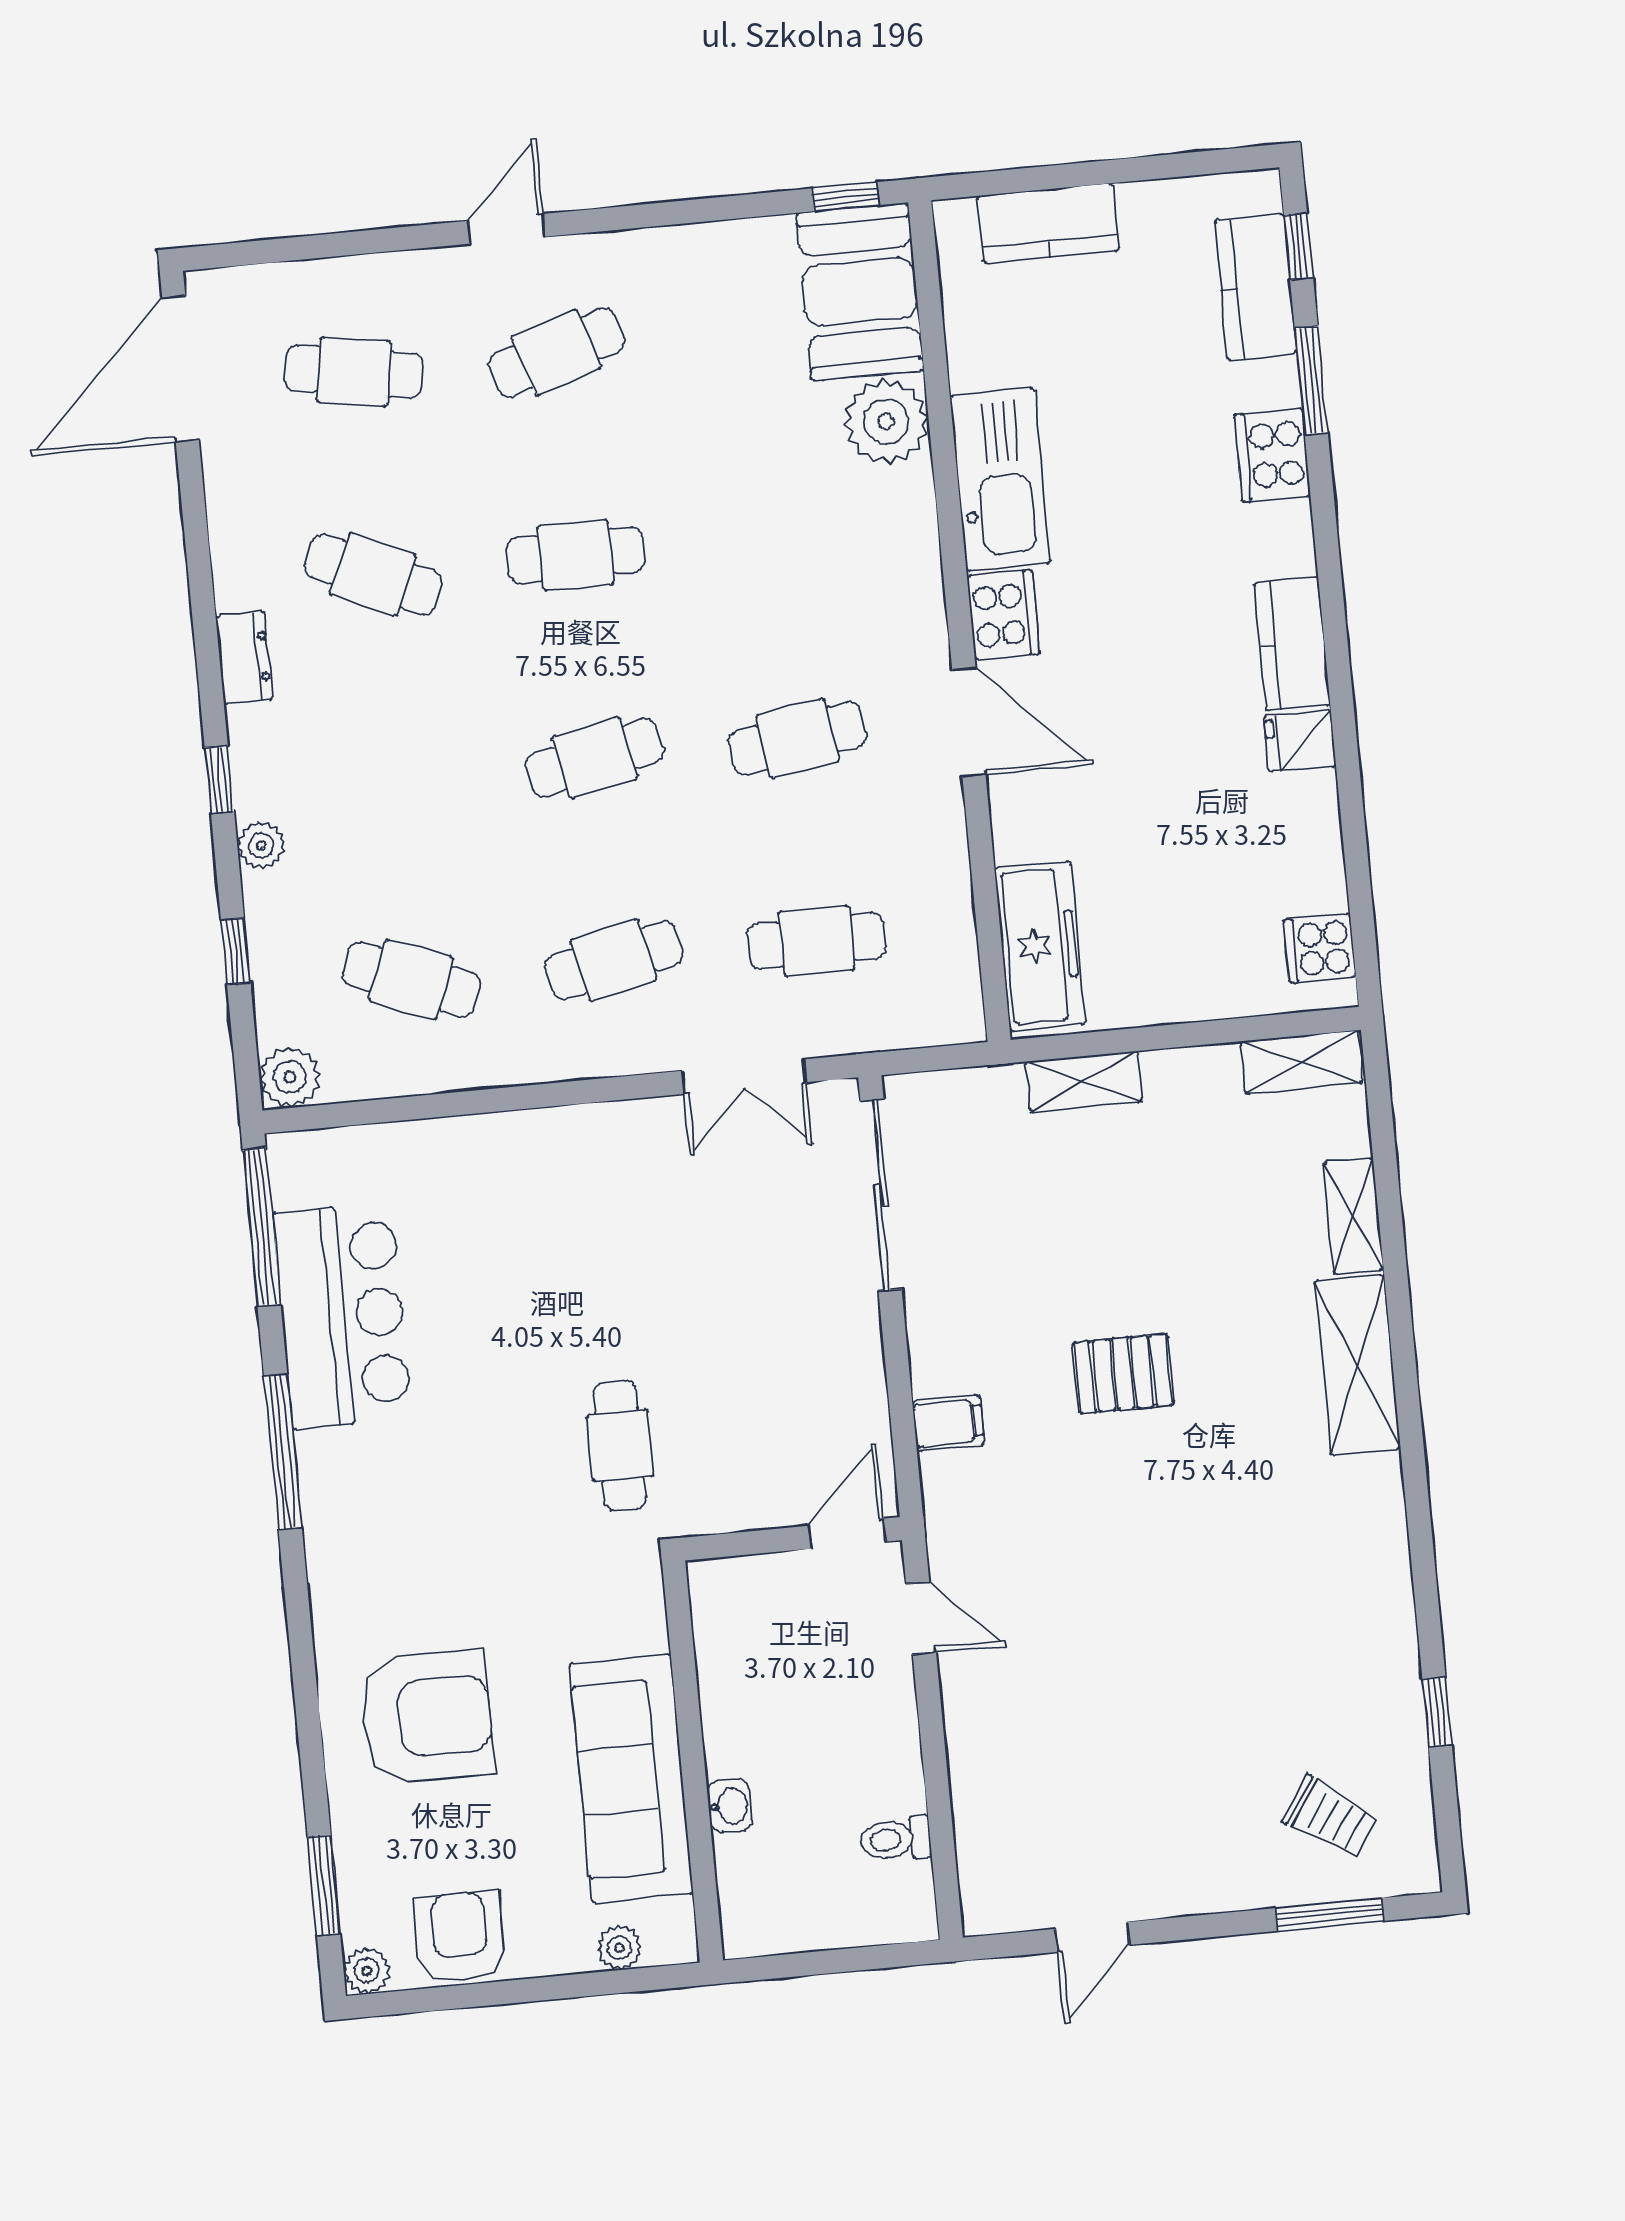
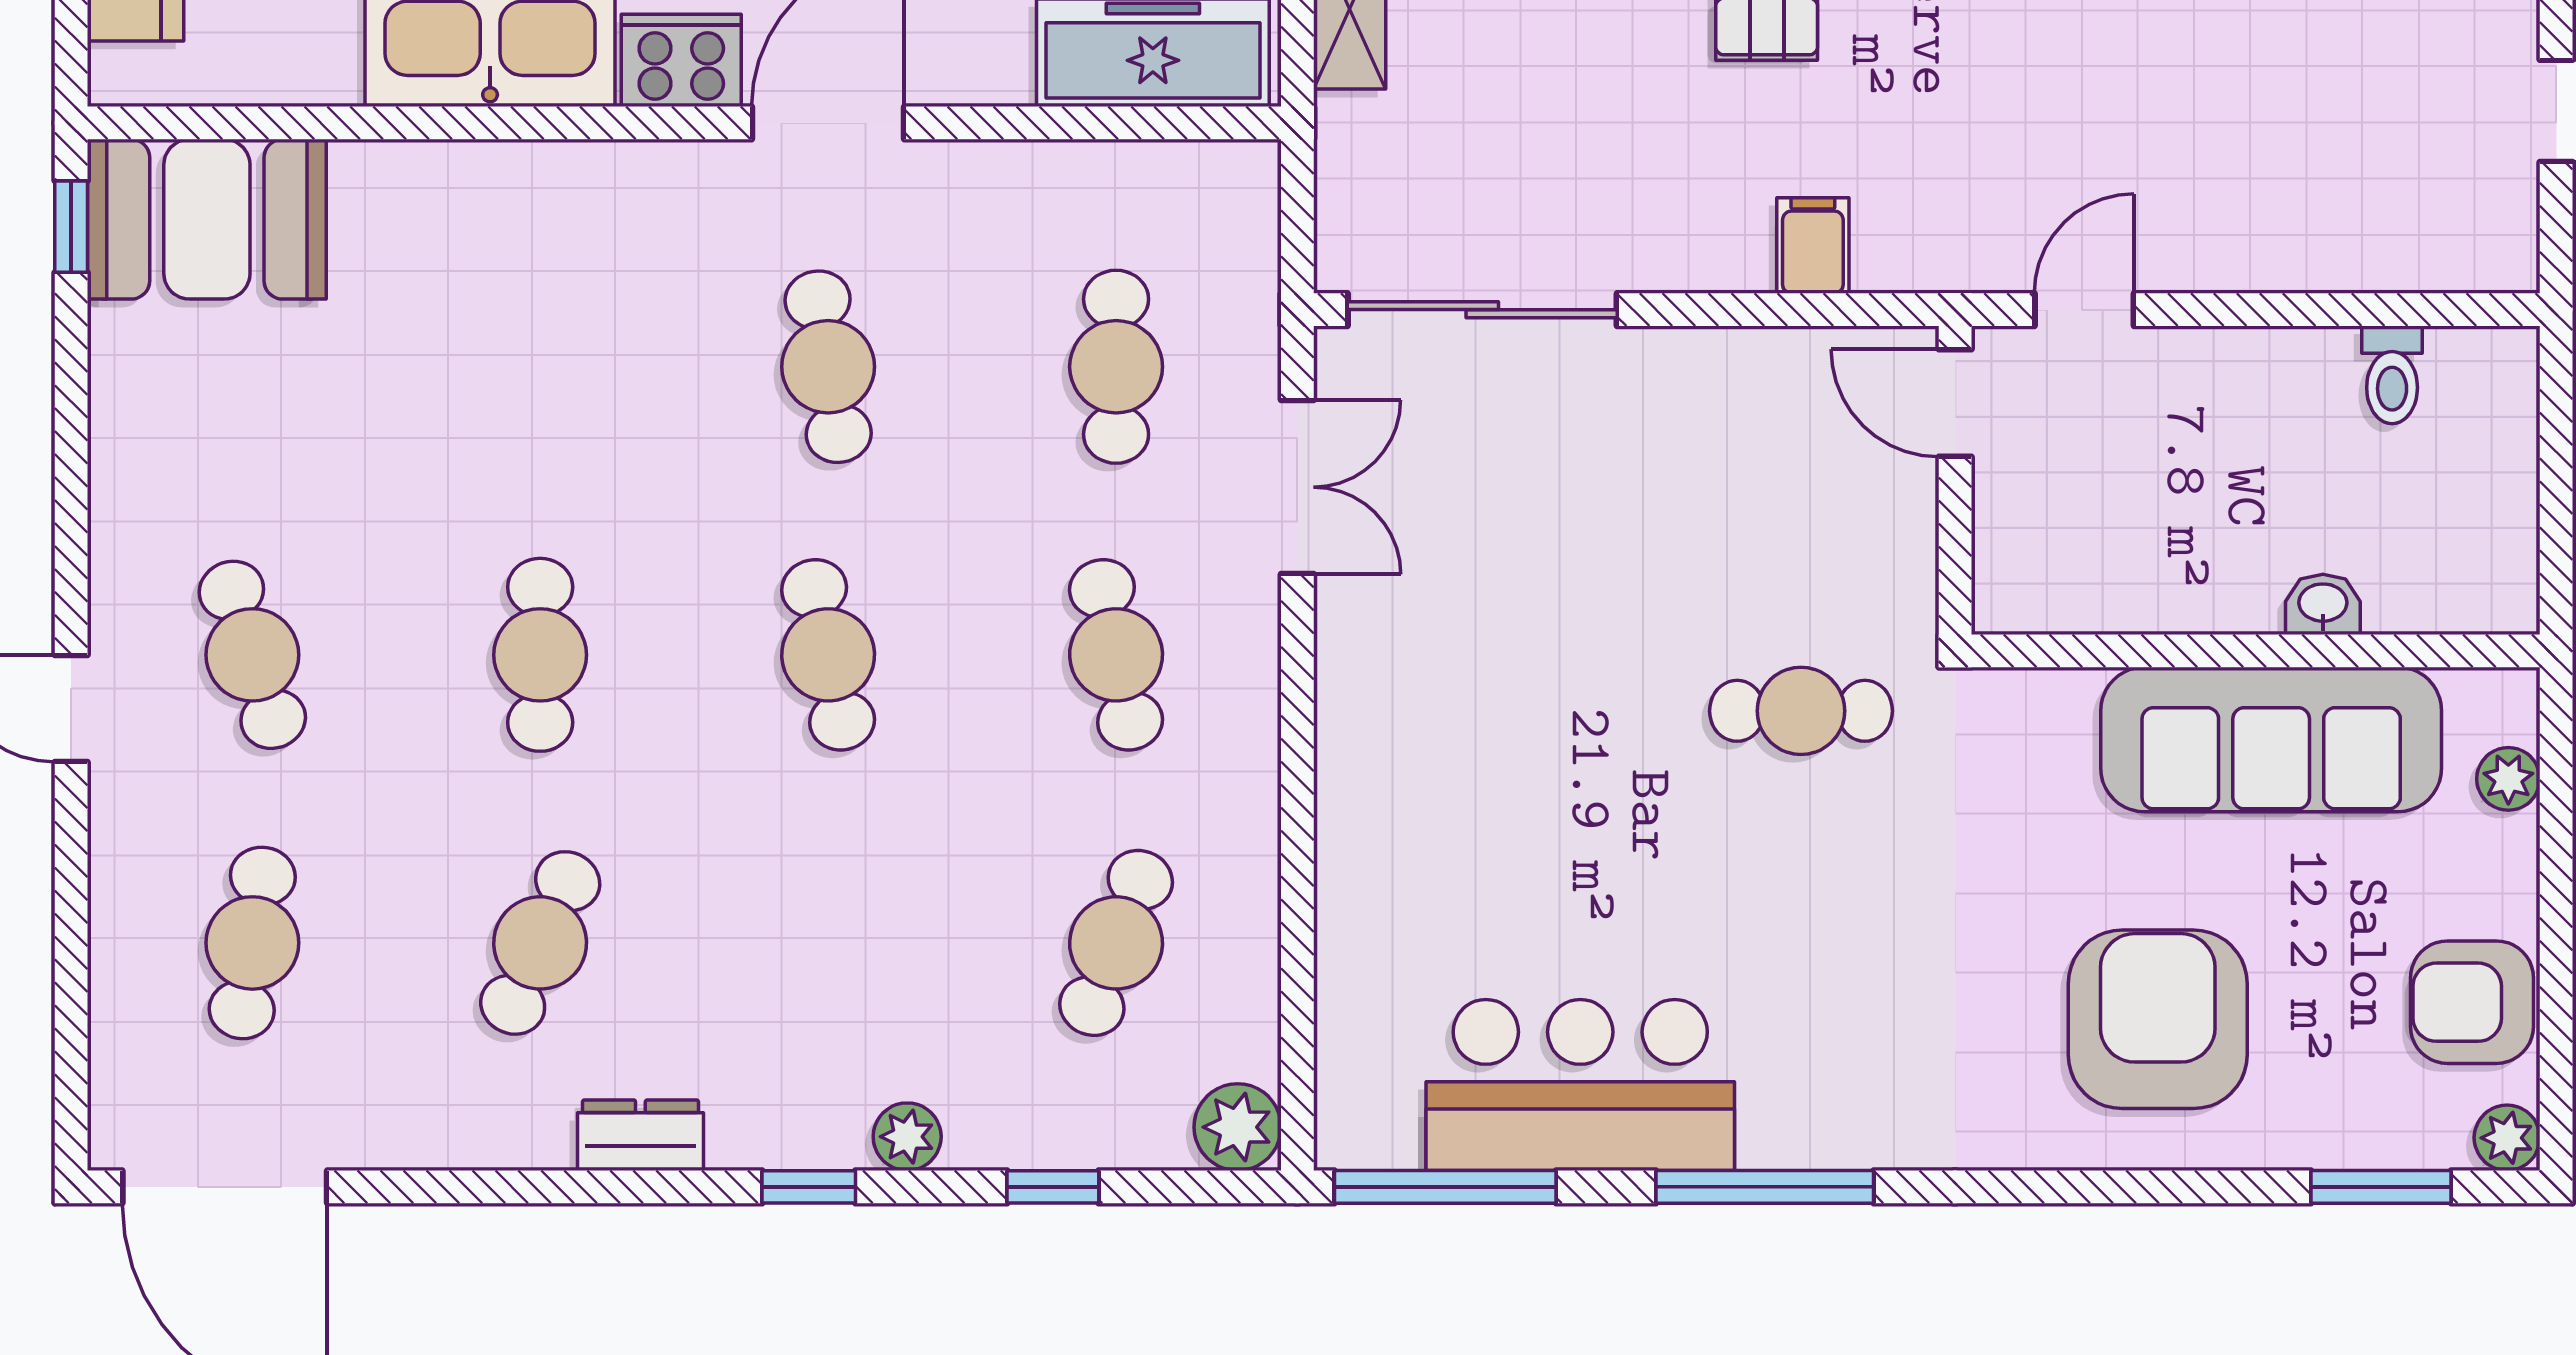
plant: (886, 421) -> (393, 200), removed

